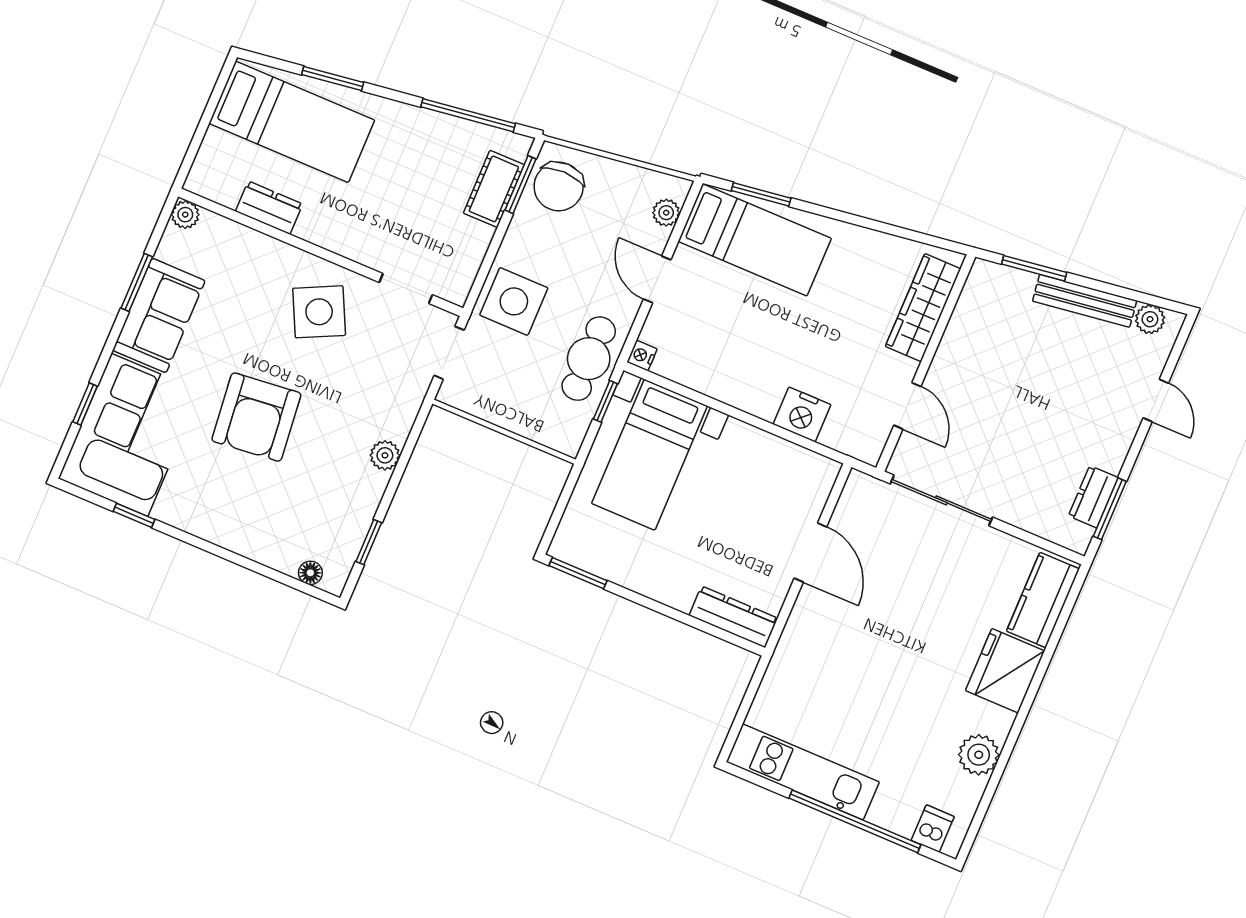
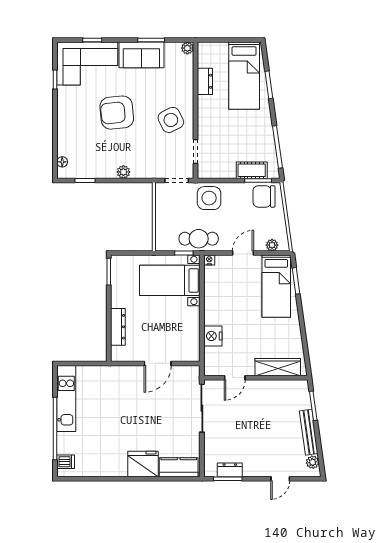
dresser: (733, 617) -> (118, 327), moved
plant: (979, 755) -> (104, 468), removed

